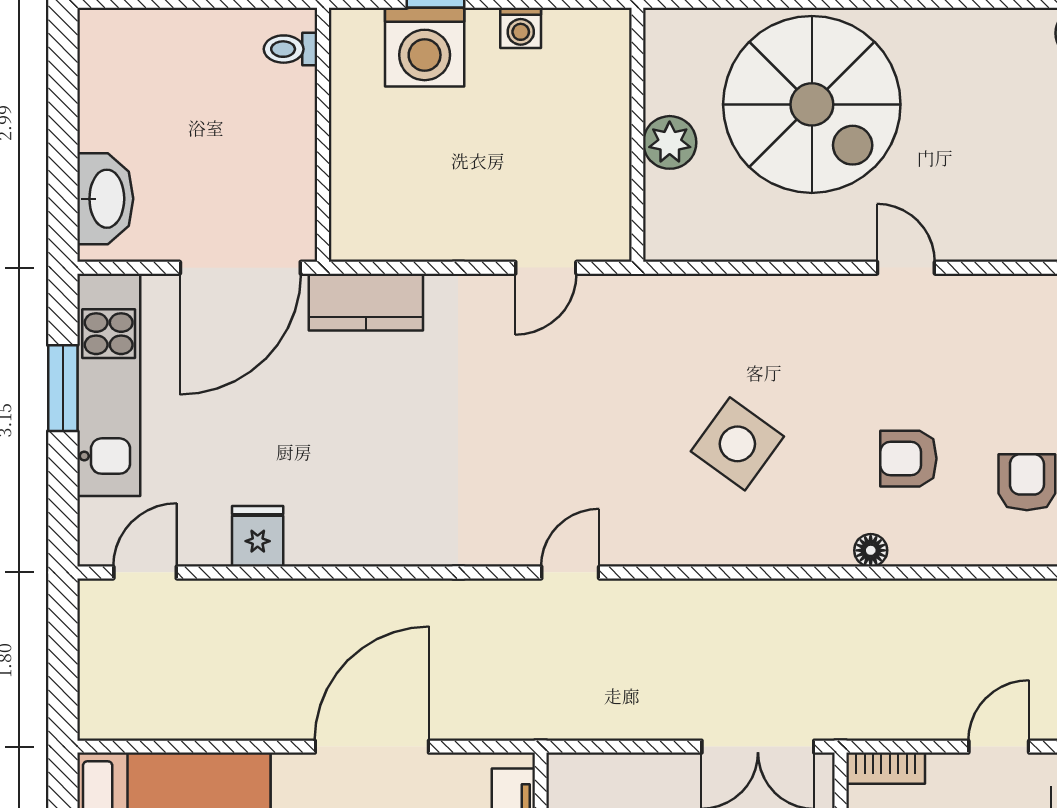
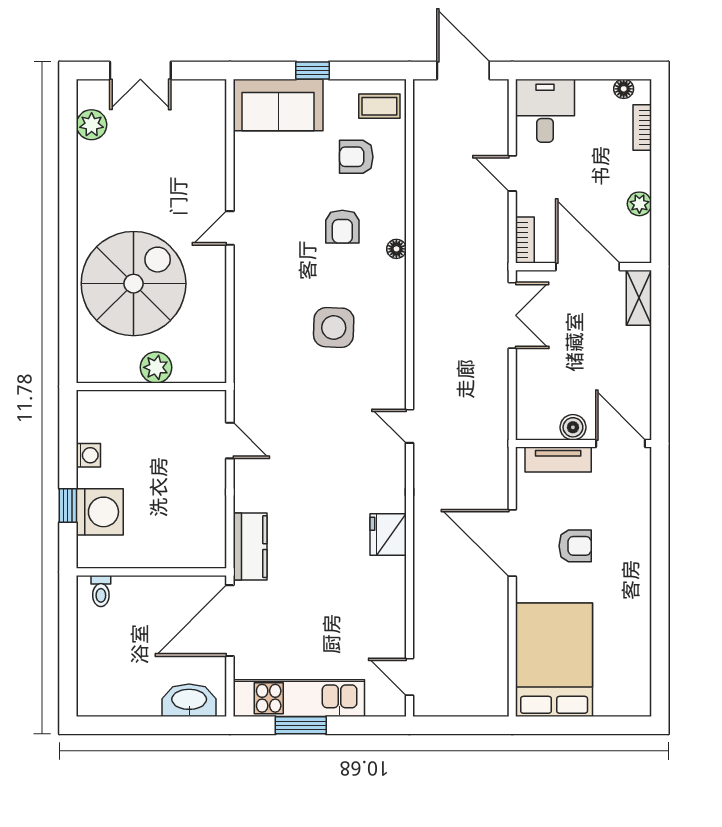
door: (240, 268) -> (230, 621), swing flipped
side table: (737, 444) -> (334, 327), turned -34
fridge: (258, 536) -> (388, 535), moved, width x1.38

